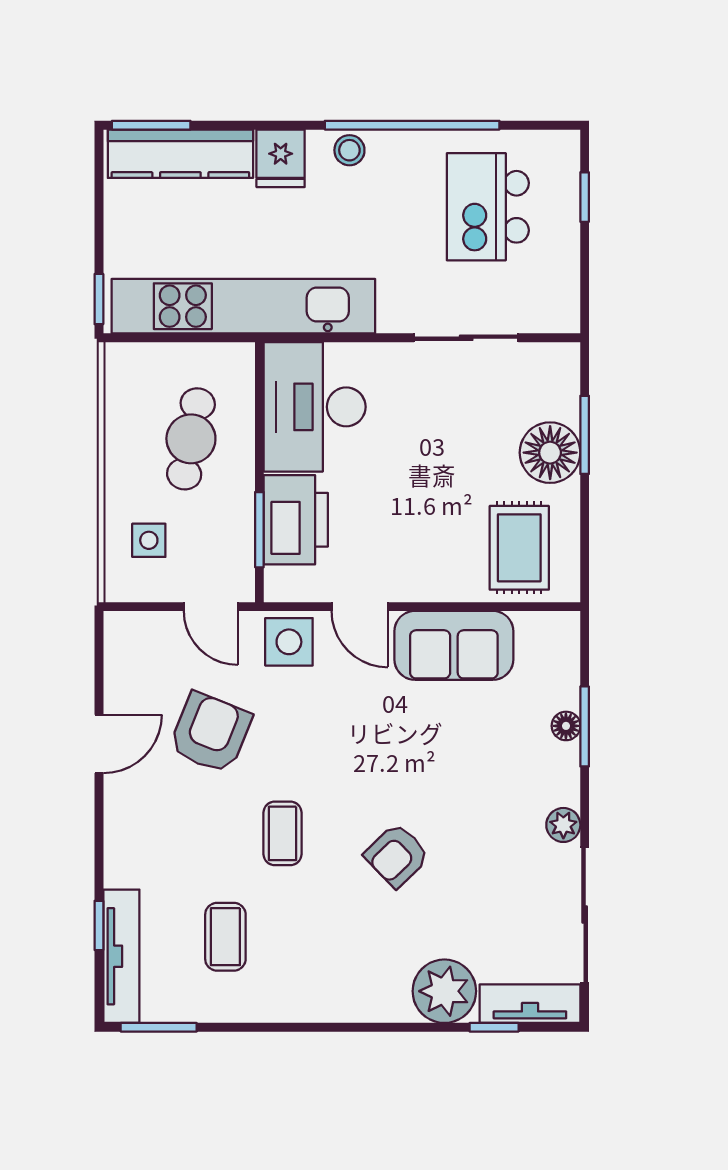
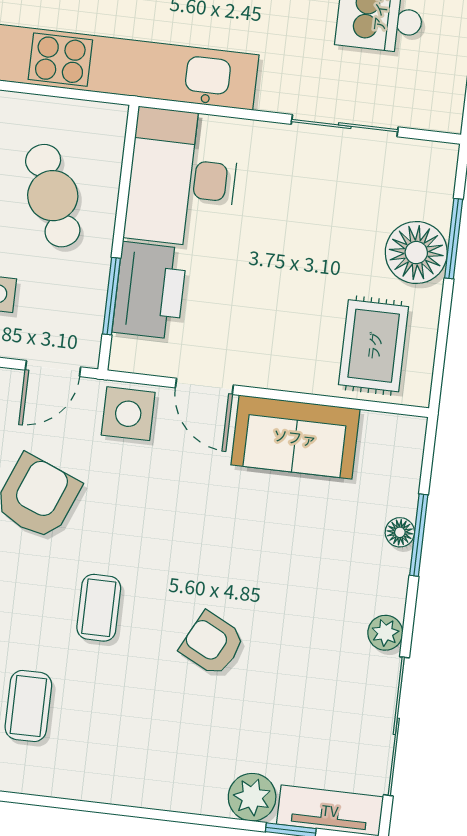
cafe table: (191, 439) -> (53, 196), turned -33
door: (211, 607) -> (53, 369), hinge flipped
armchair: (397, 855) -> (212, 644), turned 71
plant: (444, 991) -> (252, 797), width x0.73, depth x0.73

